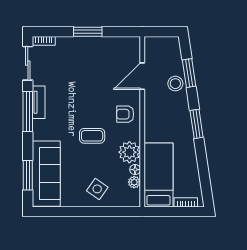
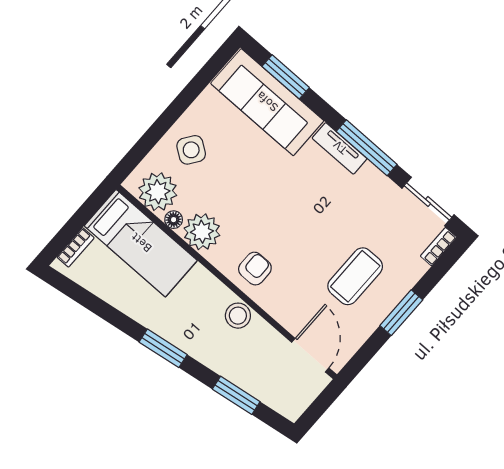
door: (142, 76) -> (310, 355), moved
stool: (175, 84) -> (238, 316), moved
tv unit: (39, 102) -> (340, 148), moved
coffee table: (92, 136) -> (355, 276), moved, width x1.36, depth x1.30
plant: (134, 182) -> (158, 192), width x1.87, depth x1.87

